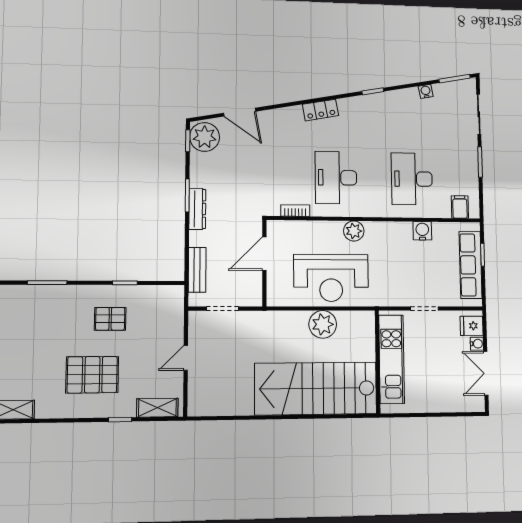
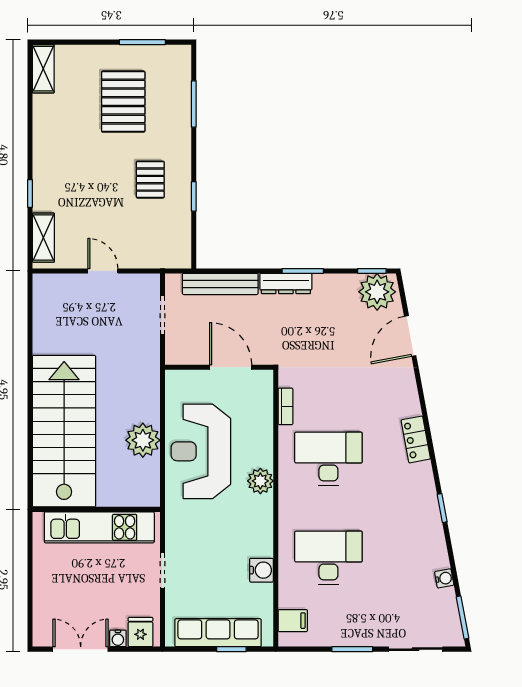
bench: (197, 270) -> (220, 284), width x1.36
pallet: (92, 375) -> (123, 102), moved

